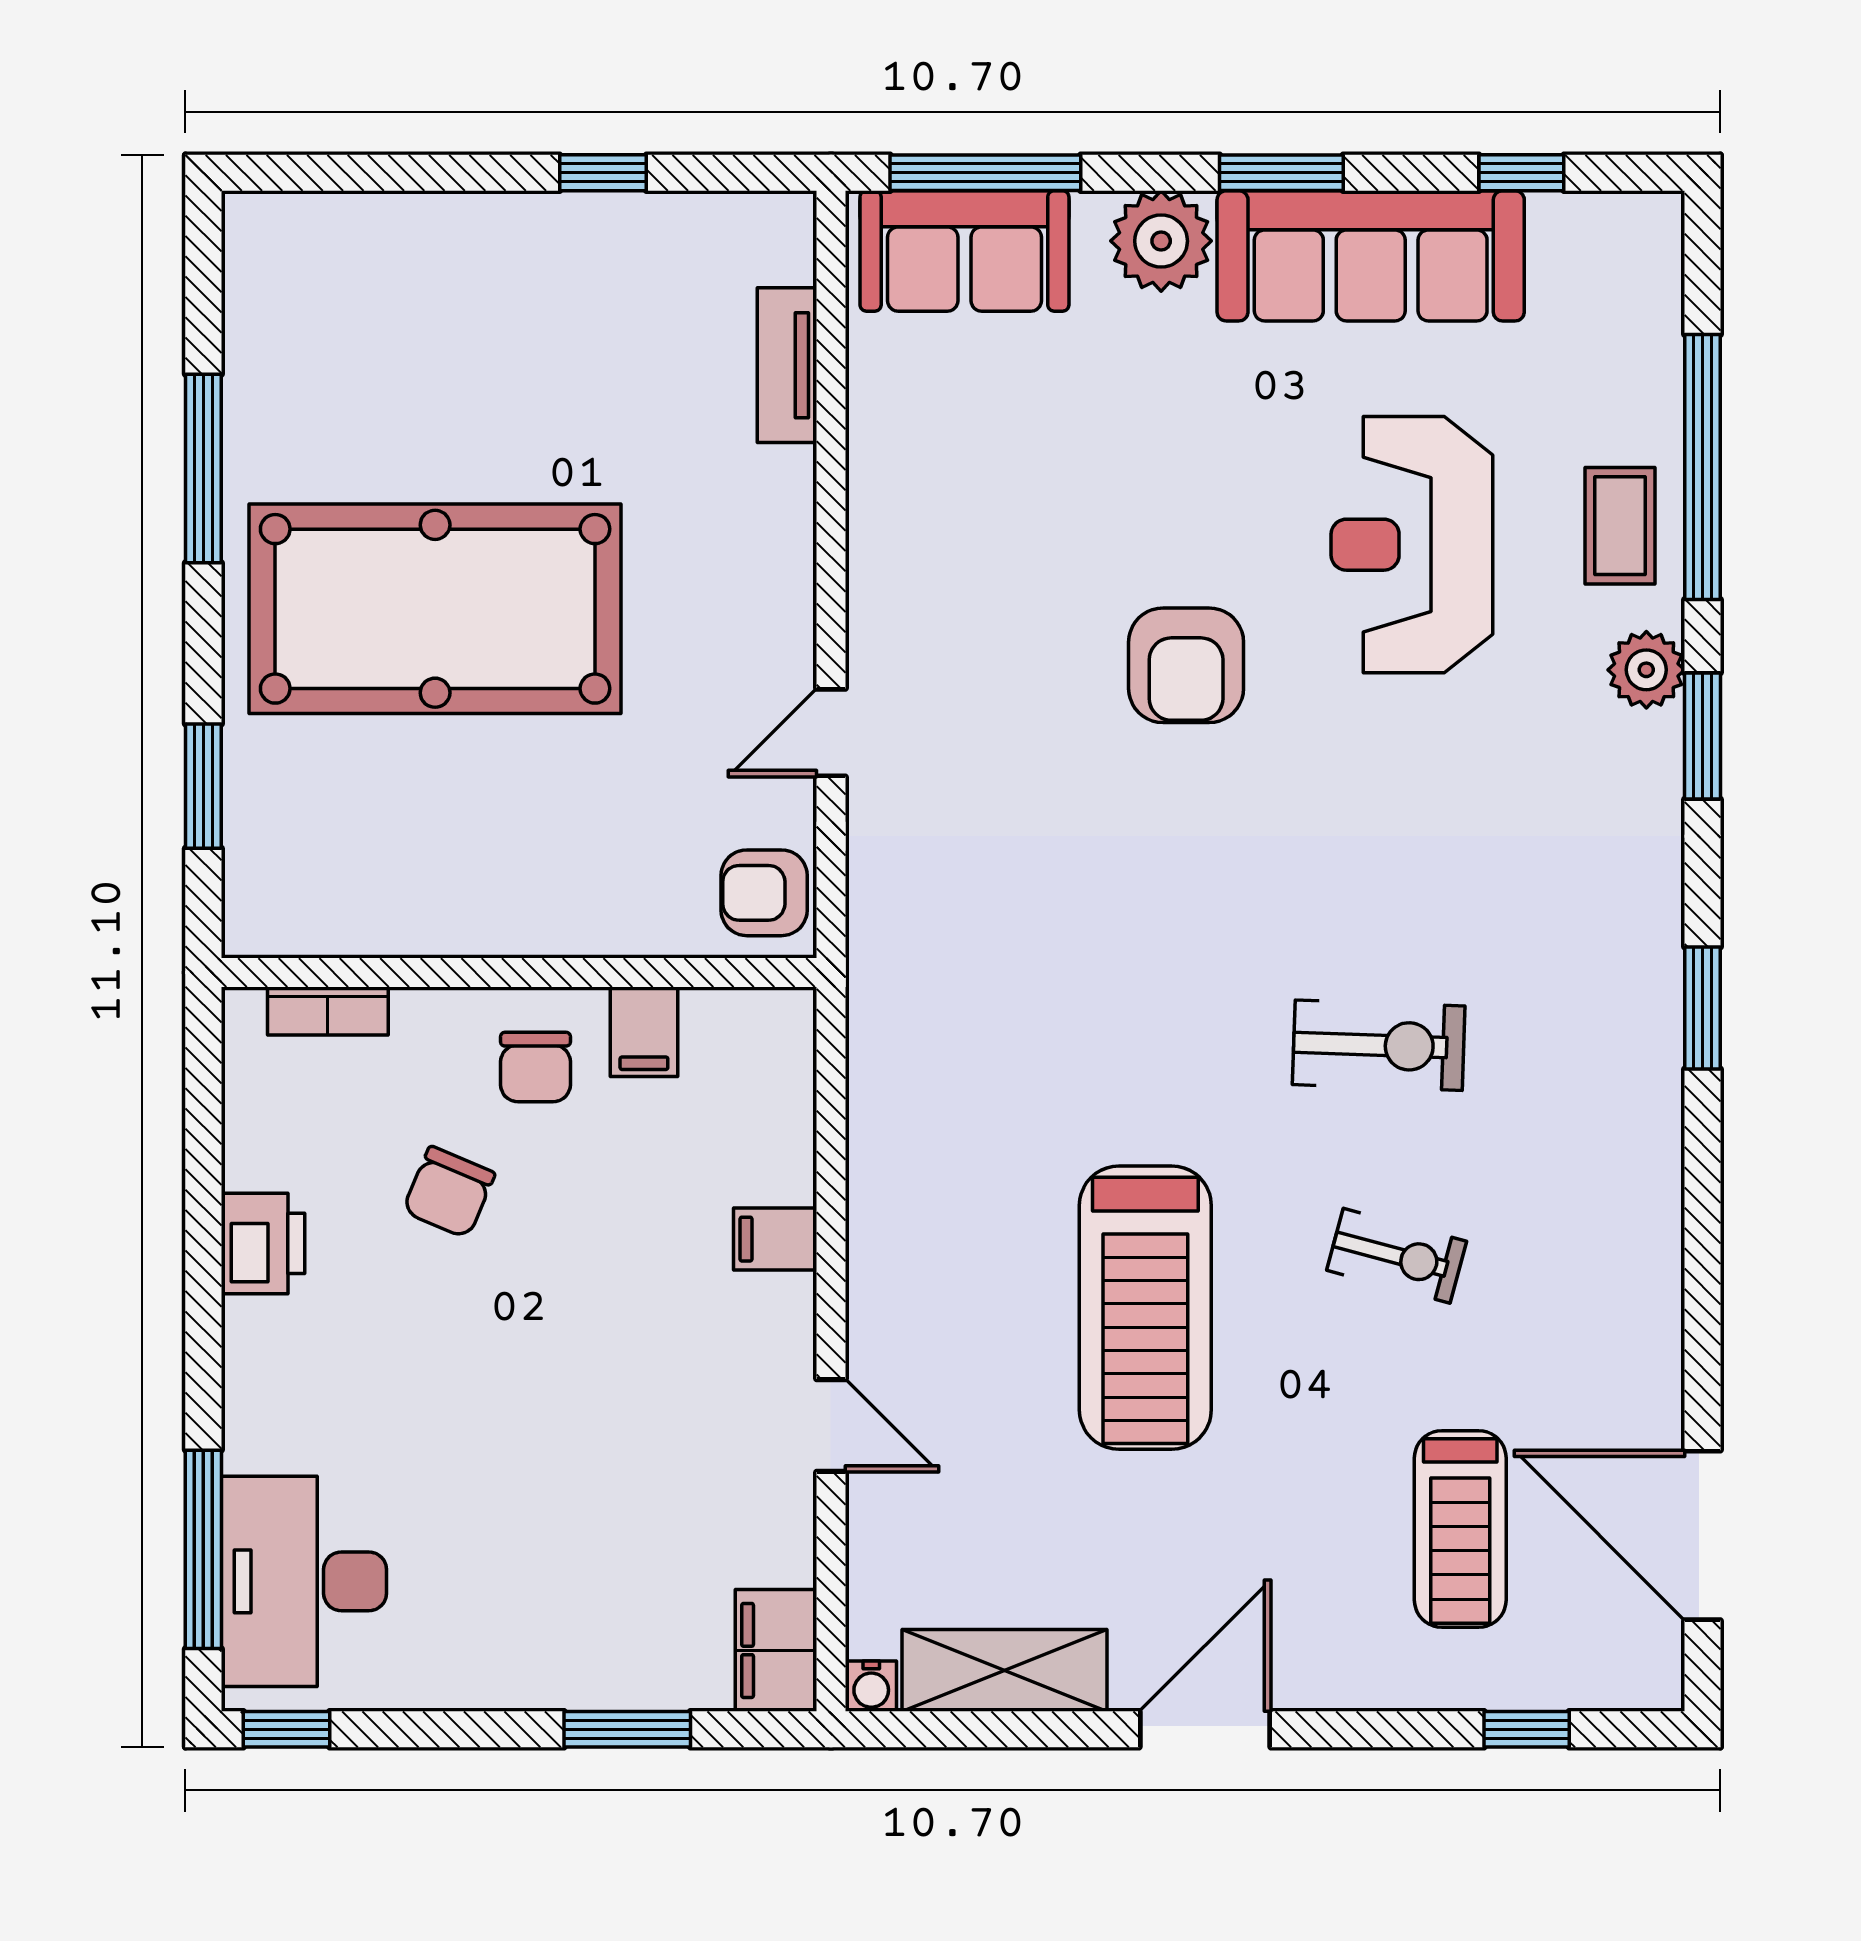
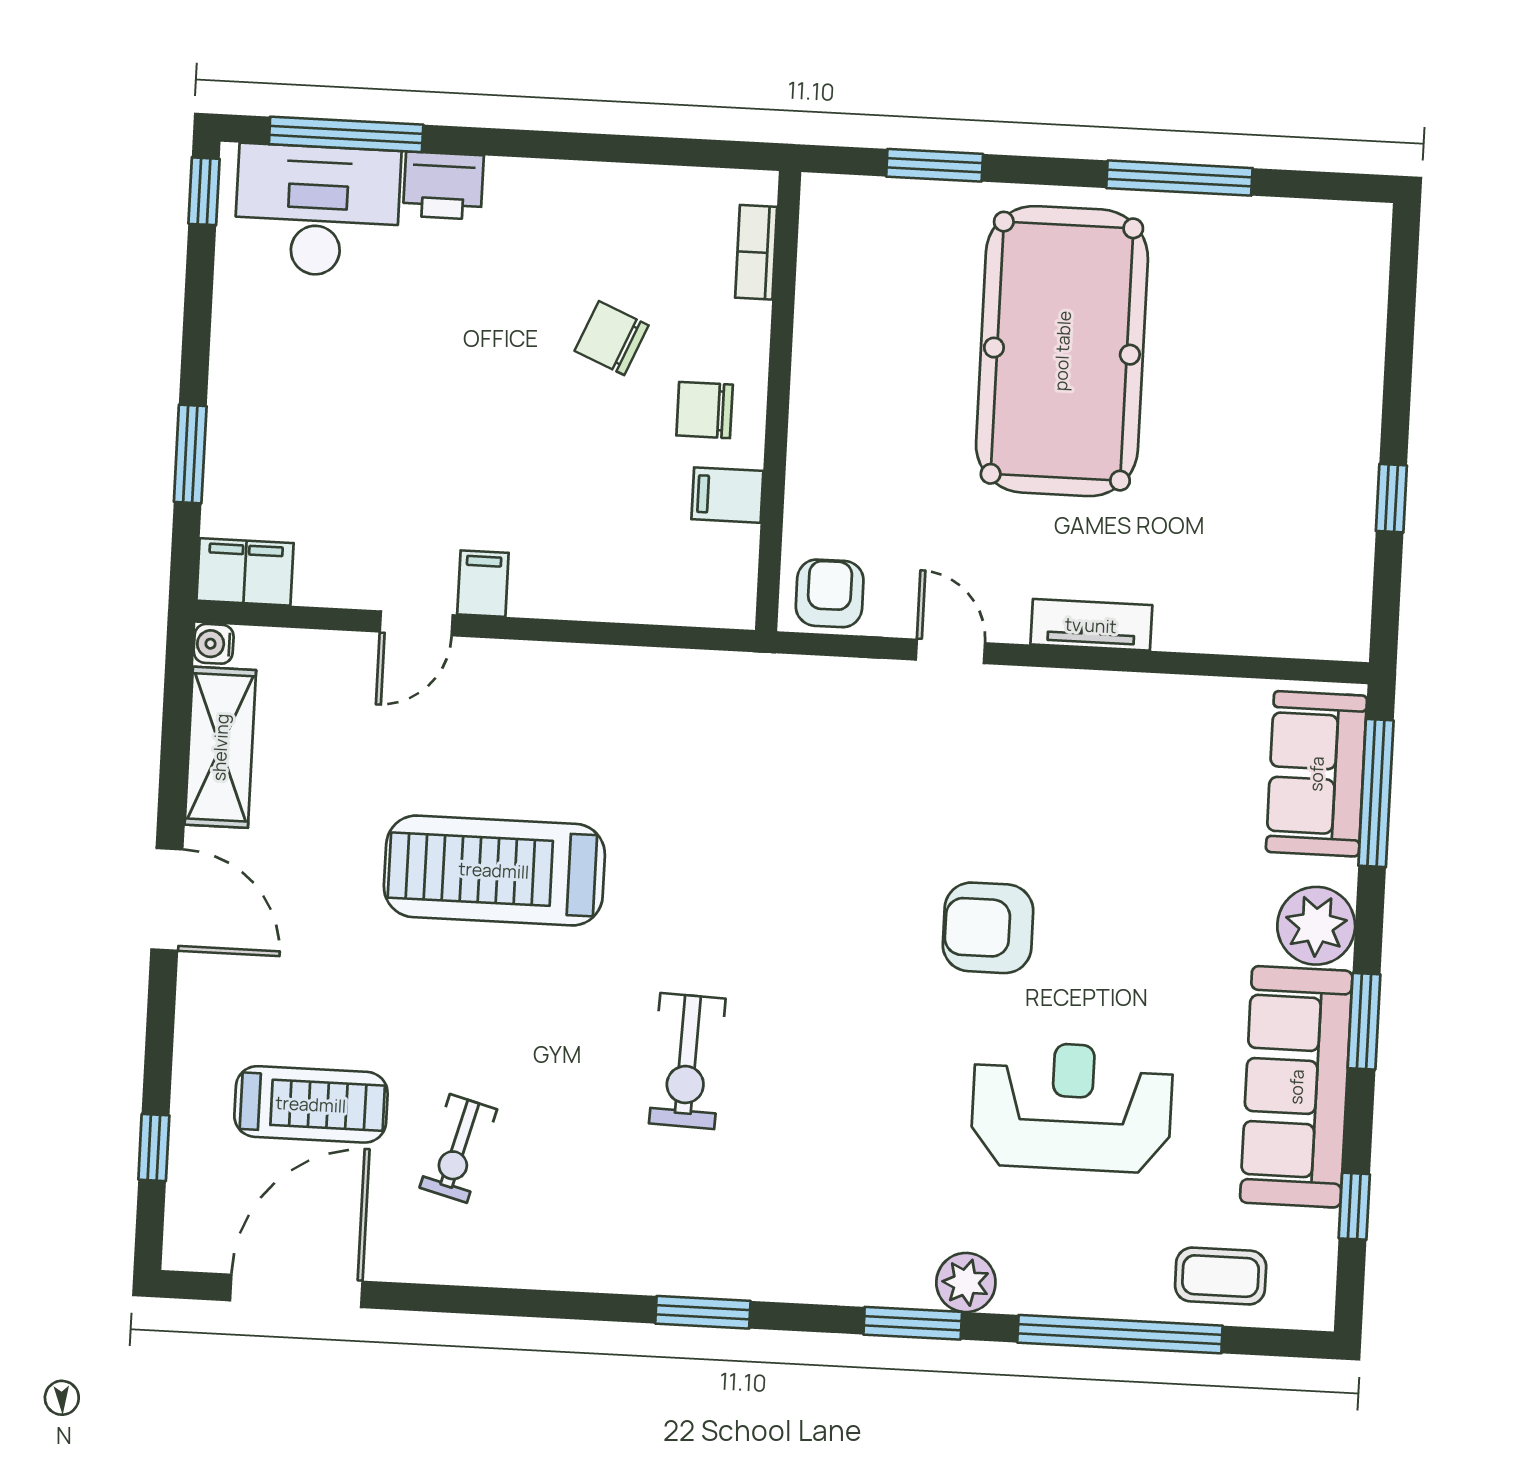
tv unit: (787, 365) -> (1091, 625), moved
coffee table: (1620, 526) -> (1221, 1276), moved
filing cabinet: (775, 1239) -> (483, 584), moved
printer: (263, 1243) -> (443, 186), moved
exercise bike: (1397, 1256) -> (458, 1148), moved
treadmill: (1460, 1529) -> (311, 1104), turned 180

